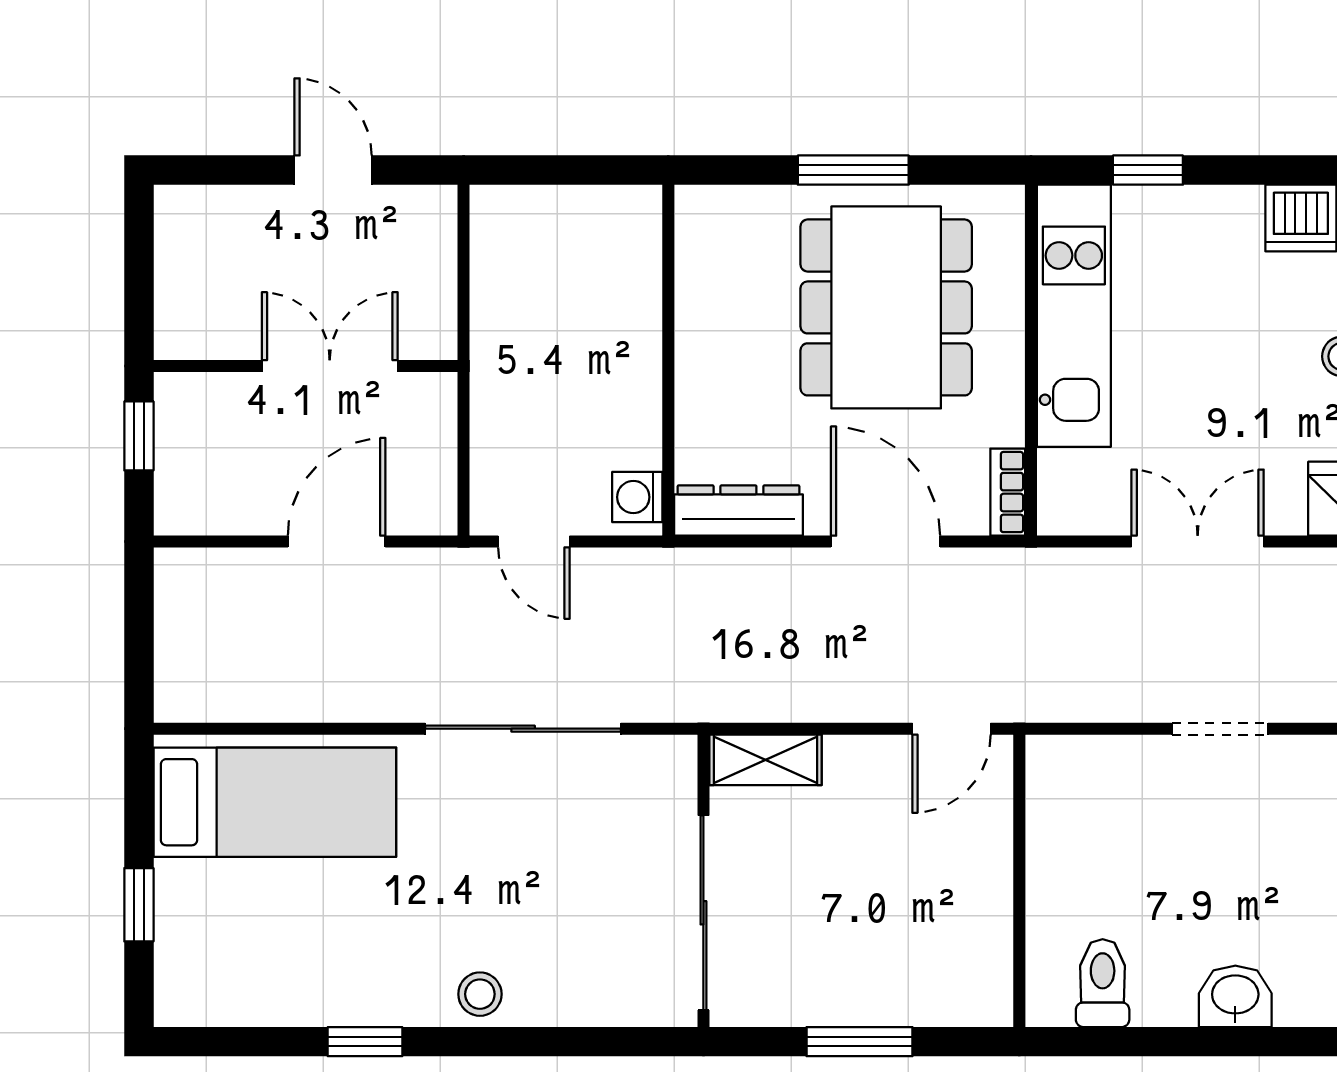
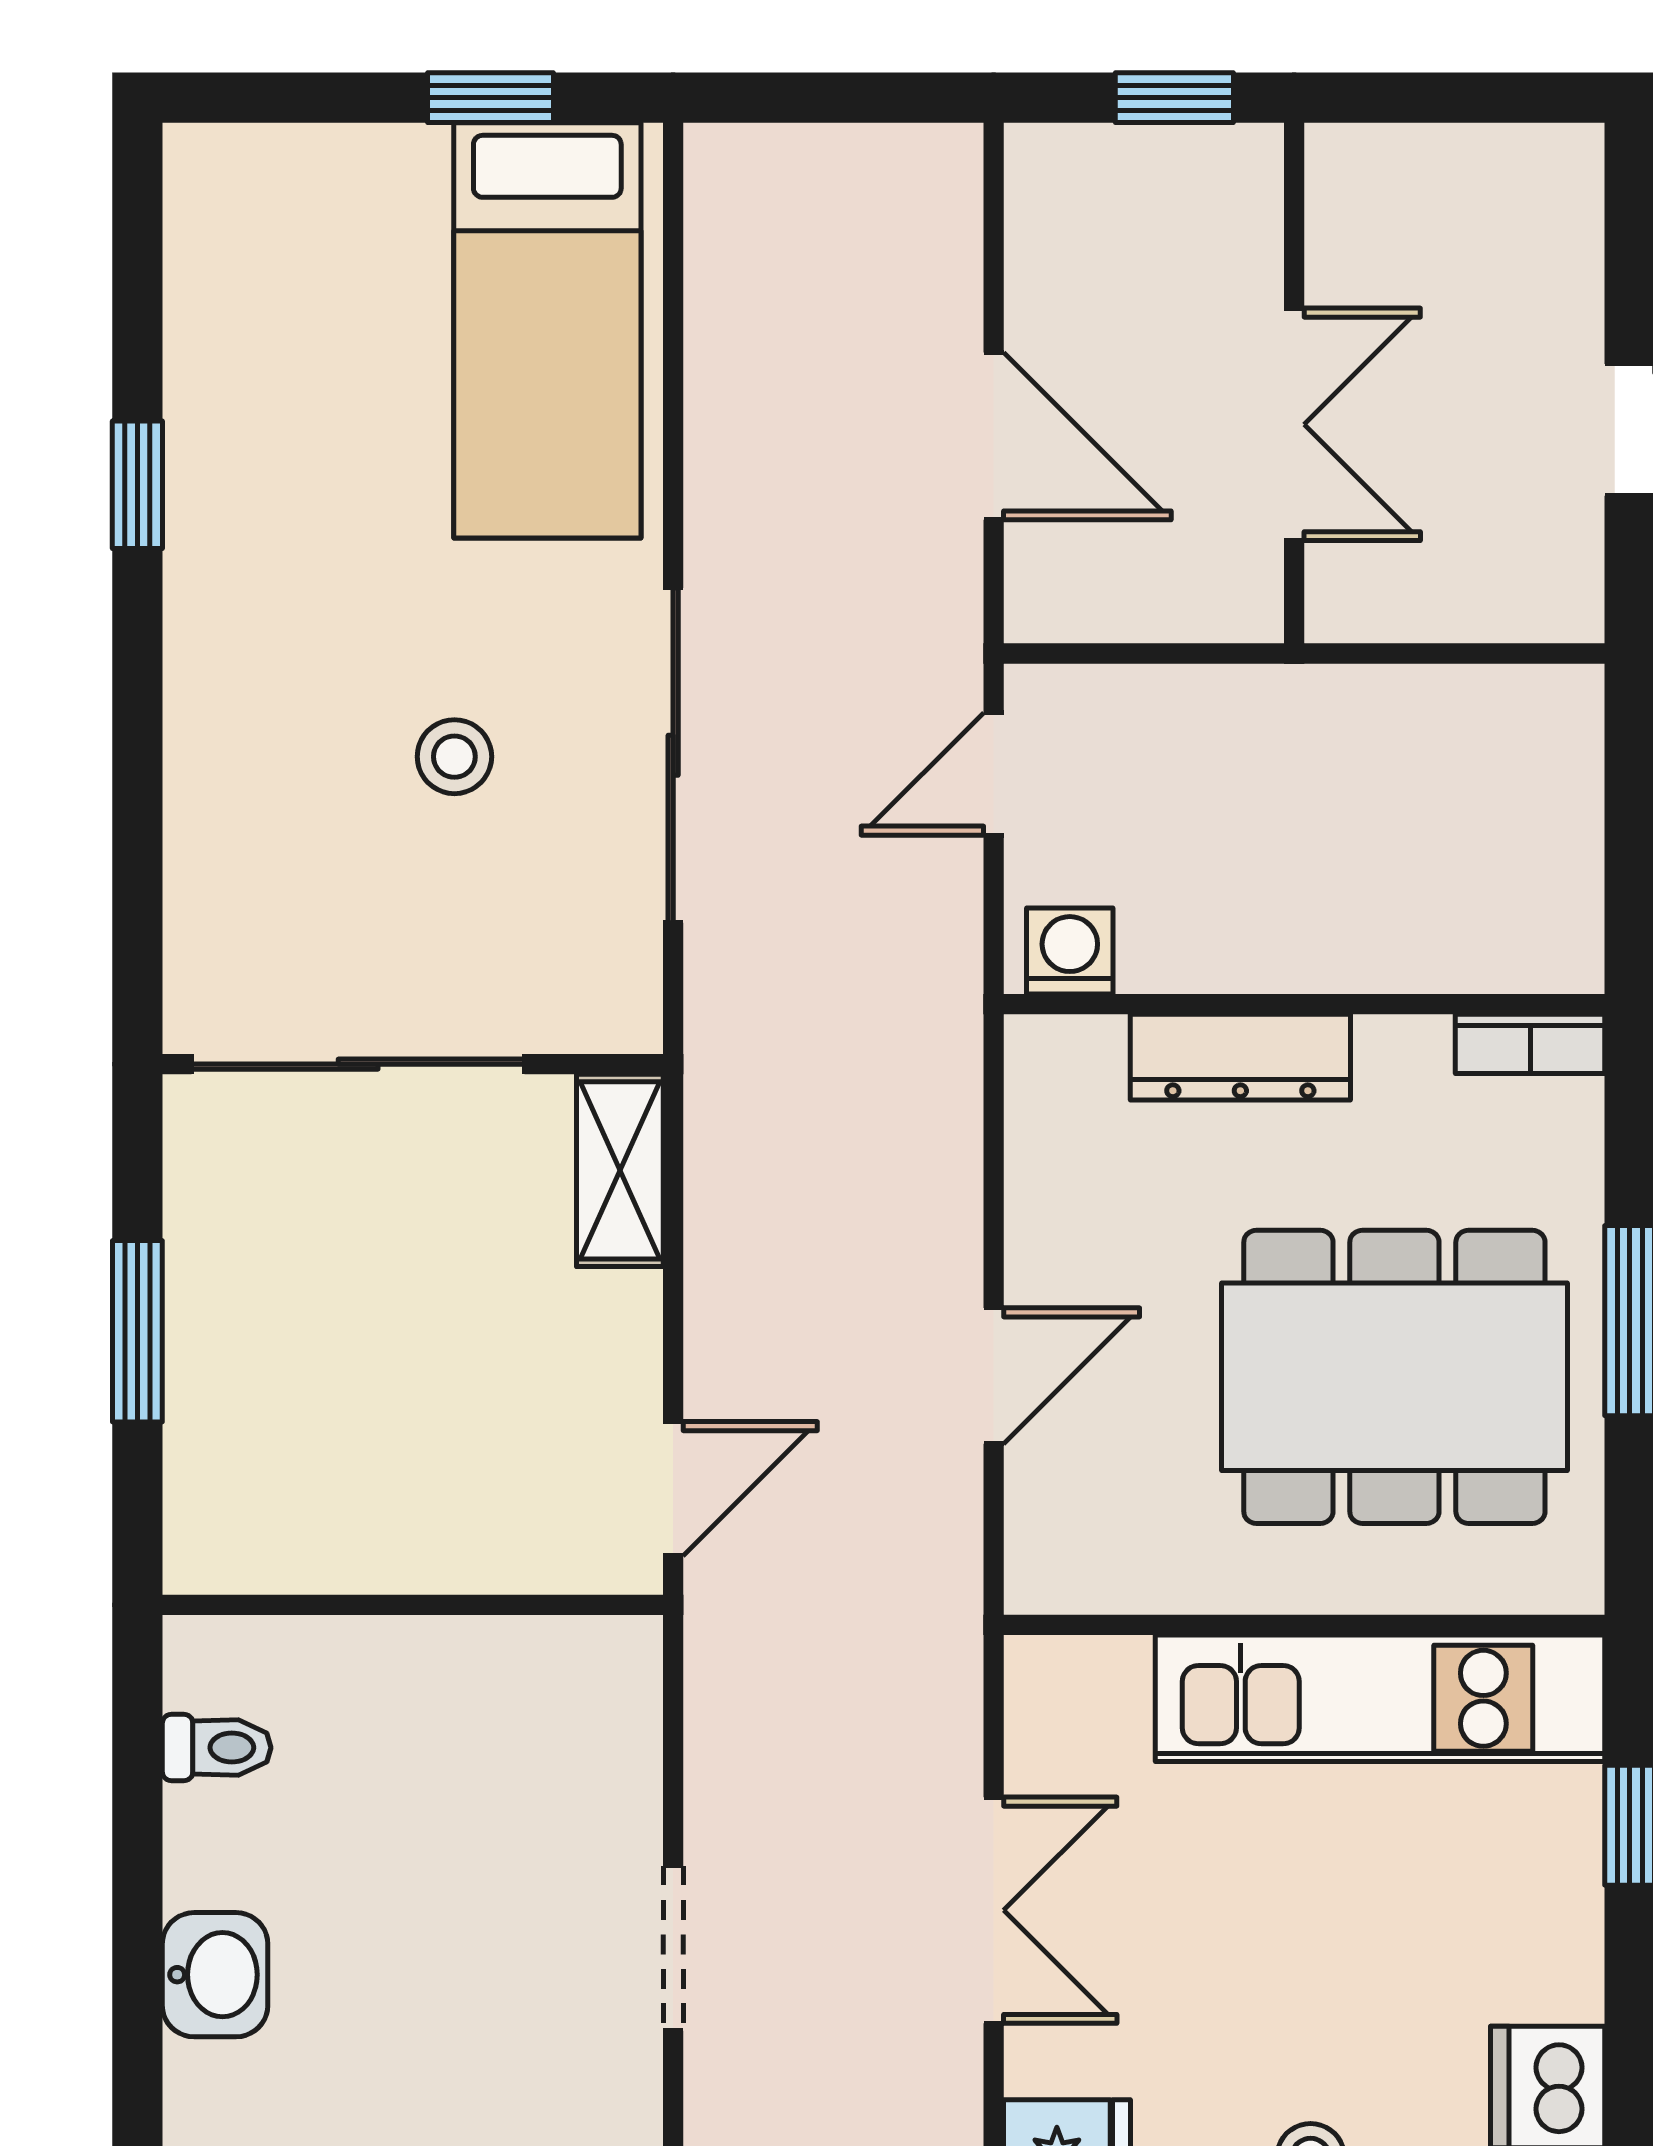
bookcase: (1008, 492) -> (1530, 1044), moved, turned 180
dresser: (738, 510) -> (1240, 1057), moved, turned 90
door: (885, 541) -> (994, 1376), width x0.73
door: (951, 729) -> (673, 1489), swing flipped
window: (139, 905) -> (490, 98), moved
toilet: (1103, 983) -> (217, 1748), width x0.73, depth x0.72
stool: (480, 994) -> (454, 757), moved

